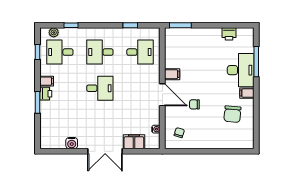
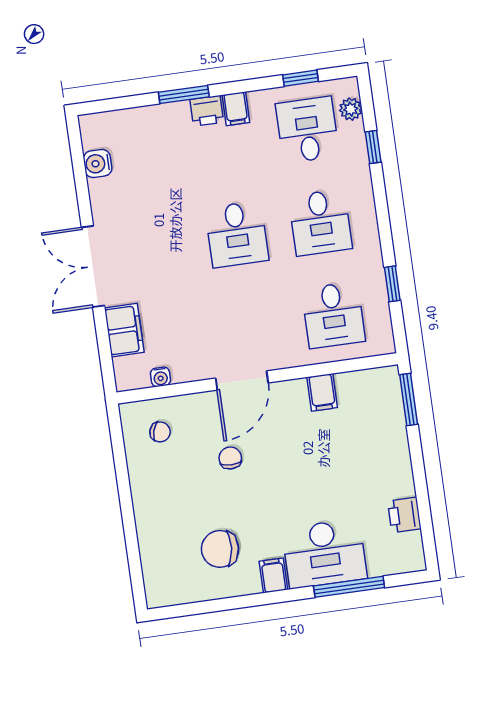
desk: (100, 52) -> (320, 222), turned 180
filing cabinet: (172, 74) -> (322, 392), moved
water cooler: (72, 143) -> (98, 163), moved

